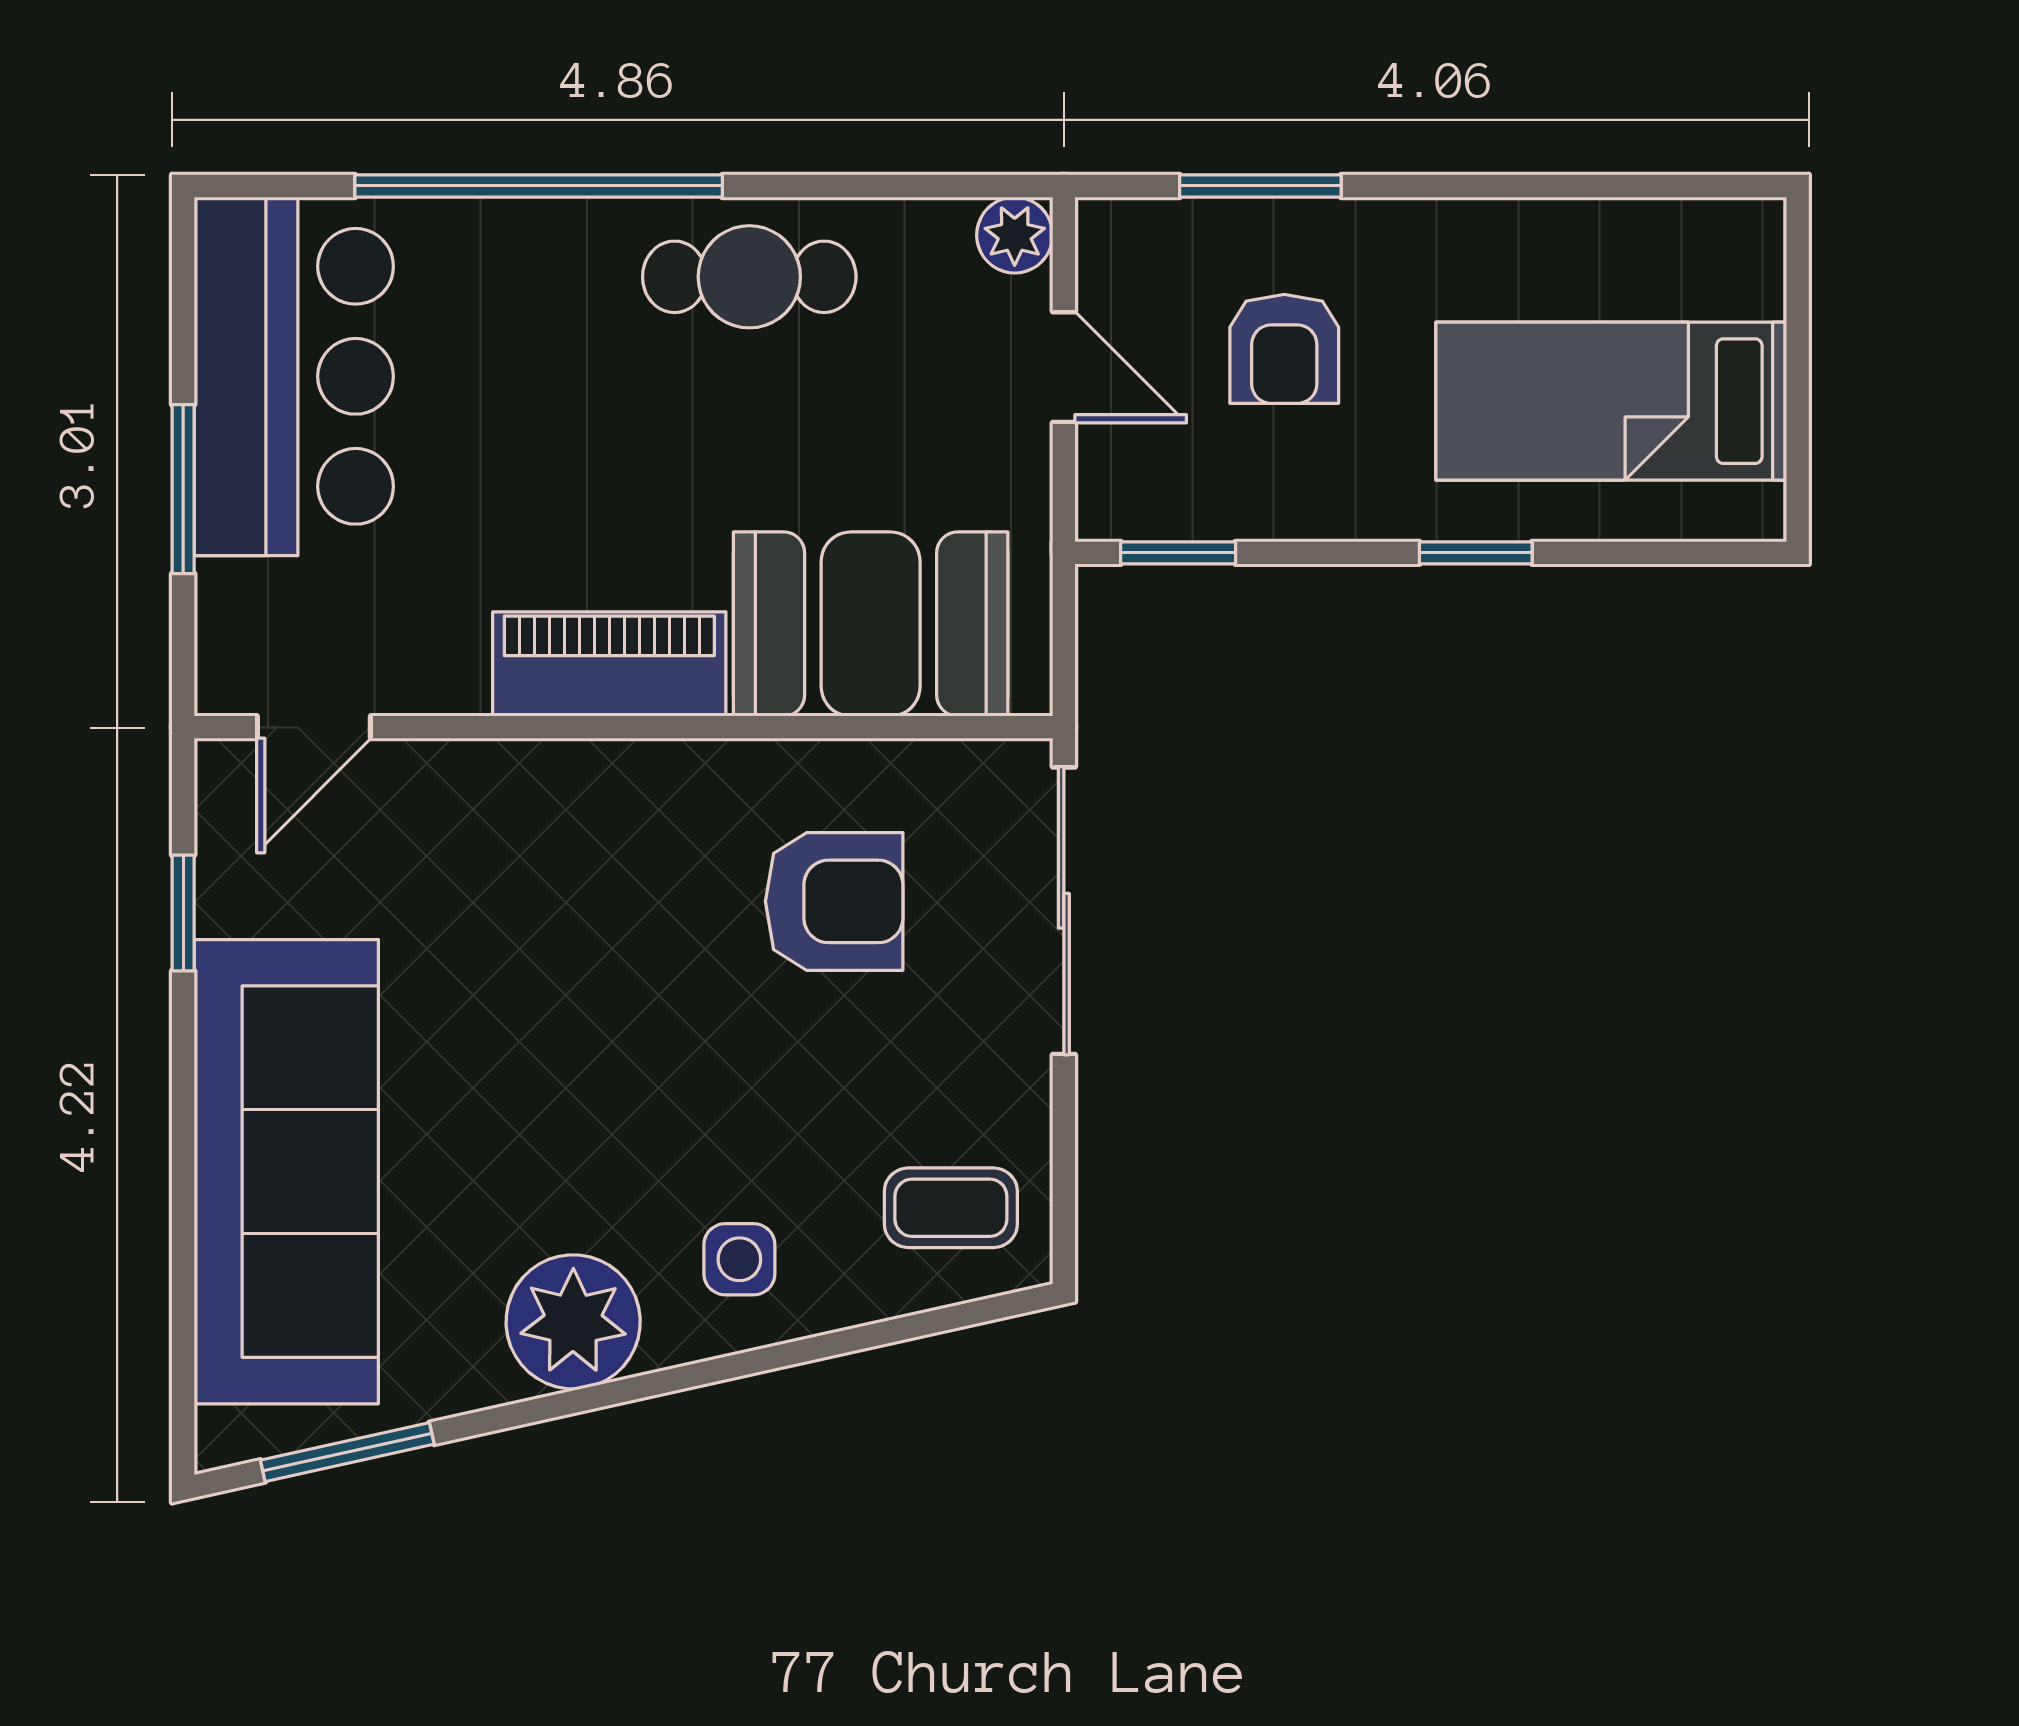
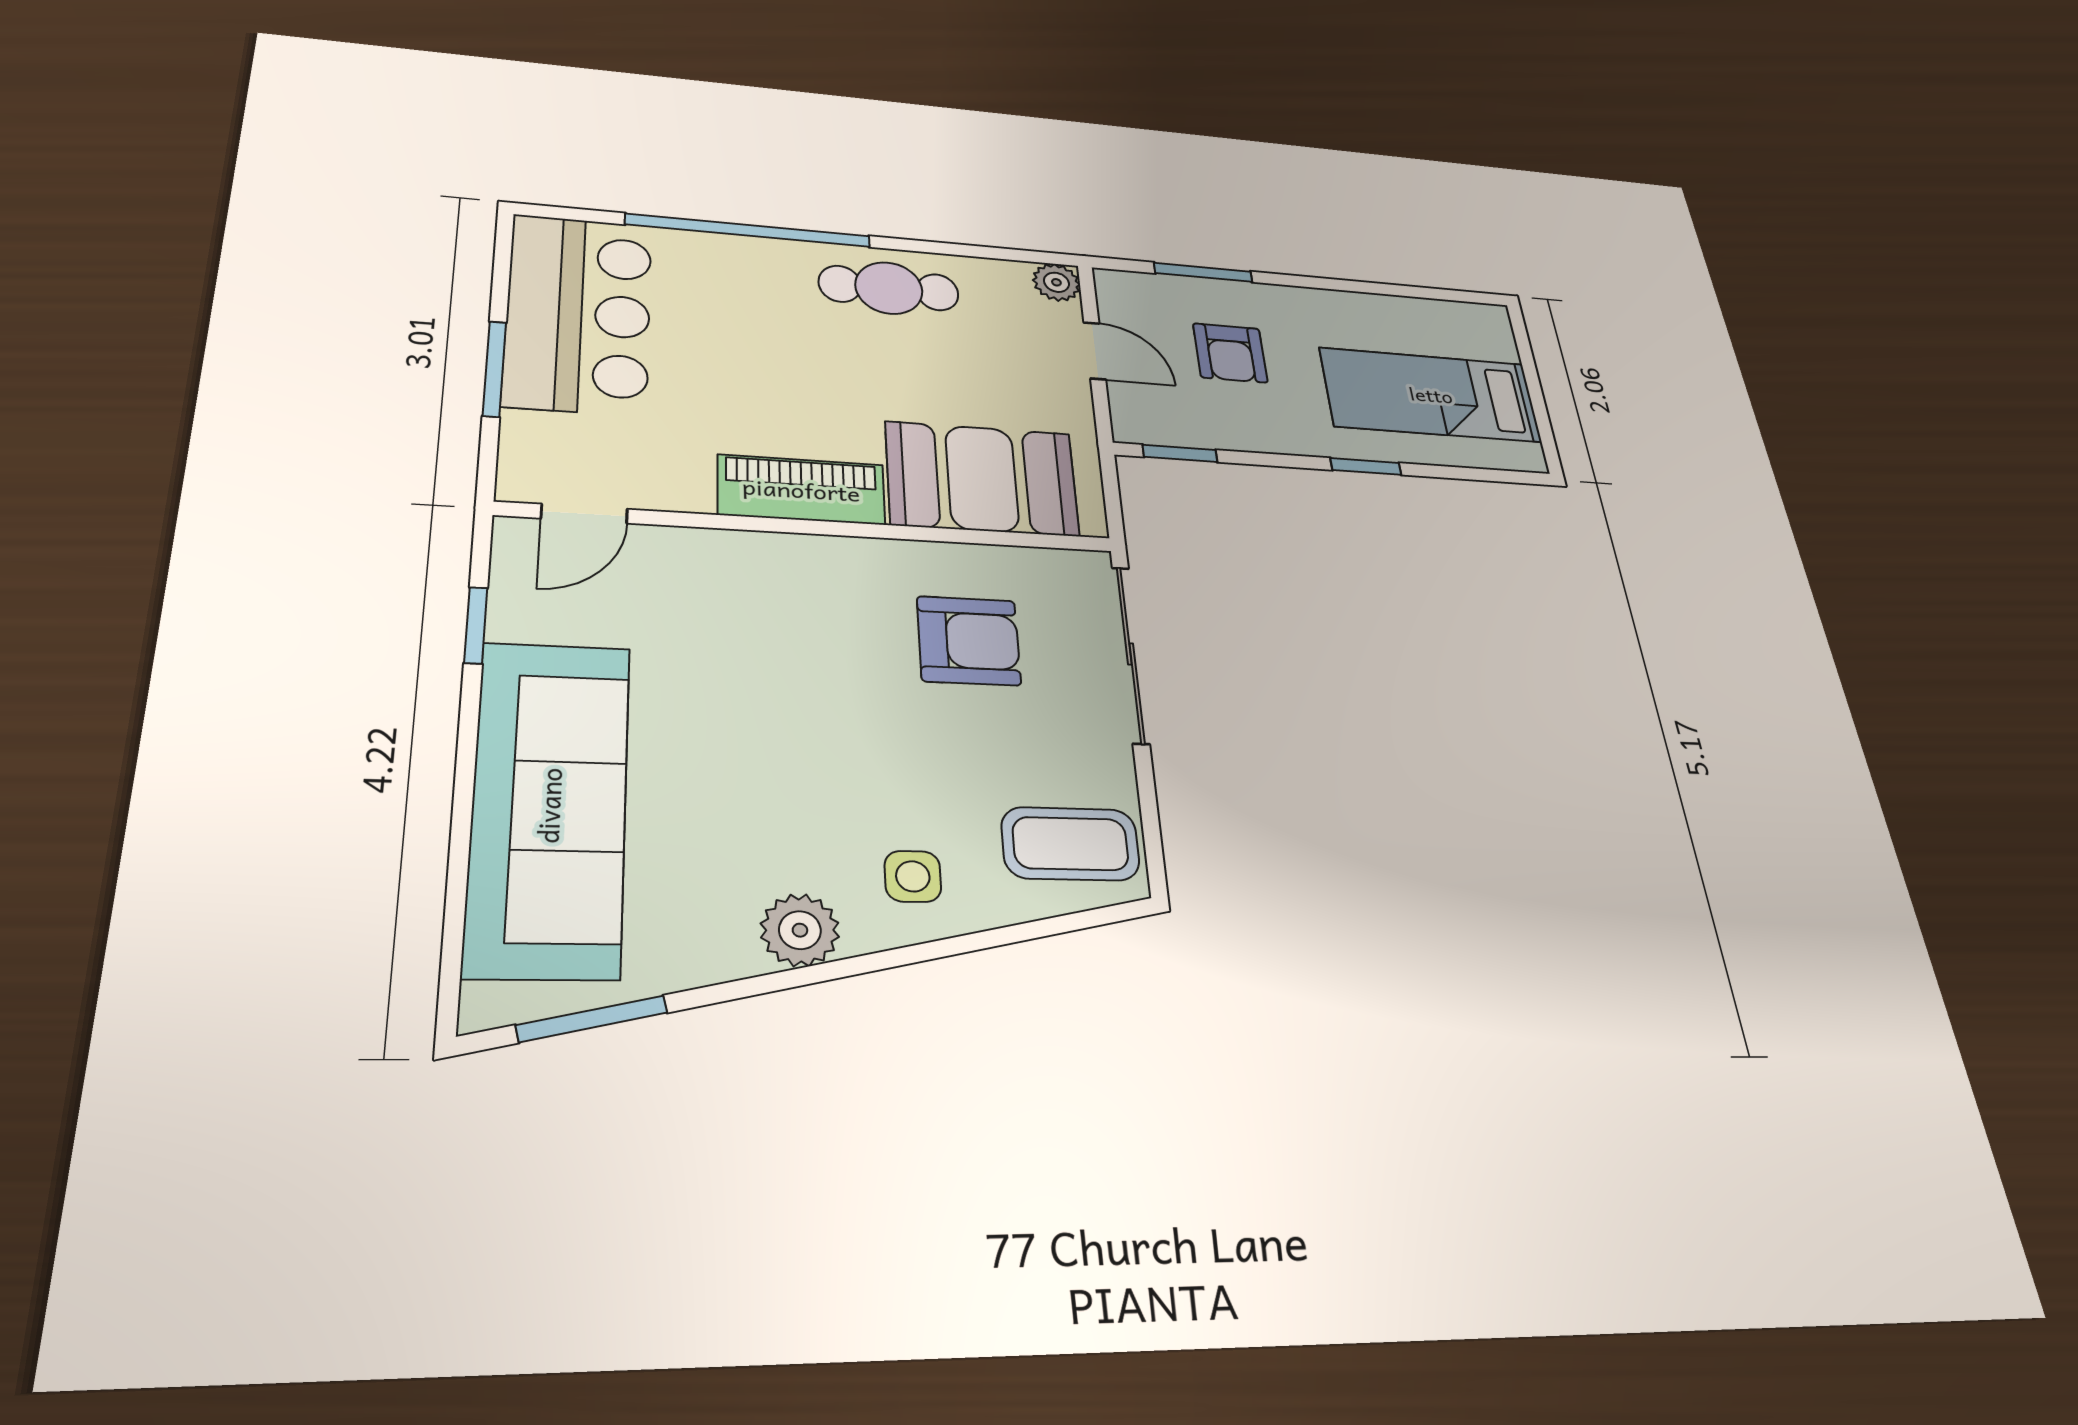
coffee table: (951, 1208) -> (1070, 844), width x1.36, depth x1.30
plant: (573, 1322) -> (800, 930), width x0.73, depth x0.73

